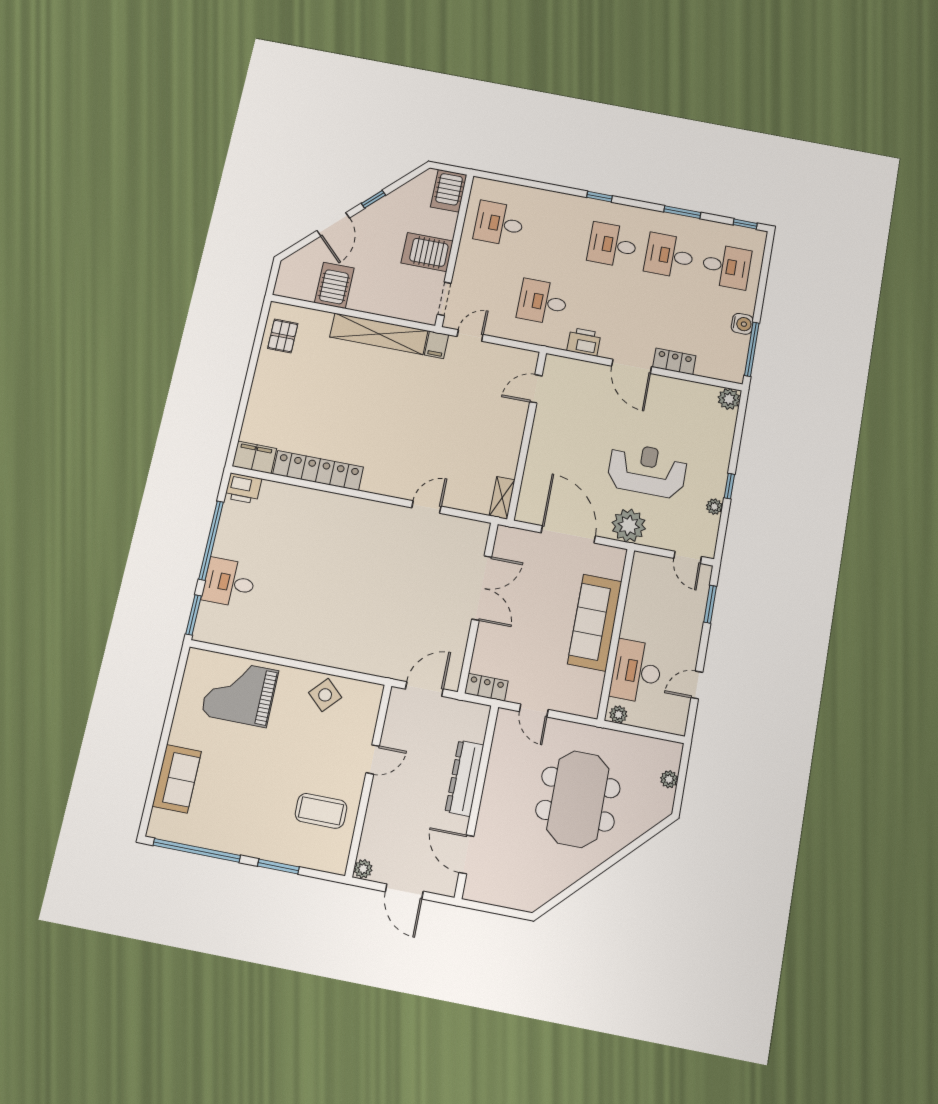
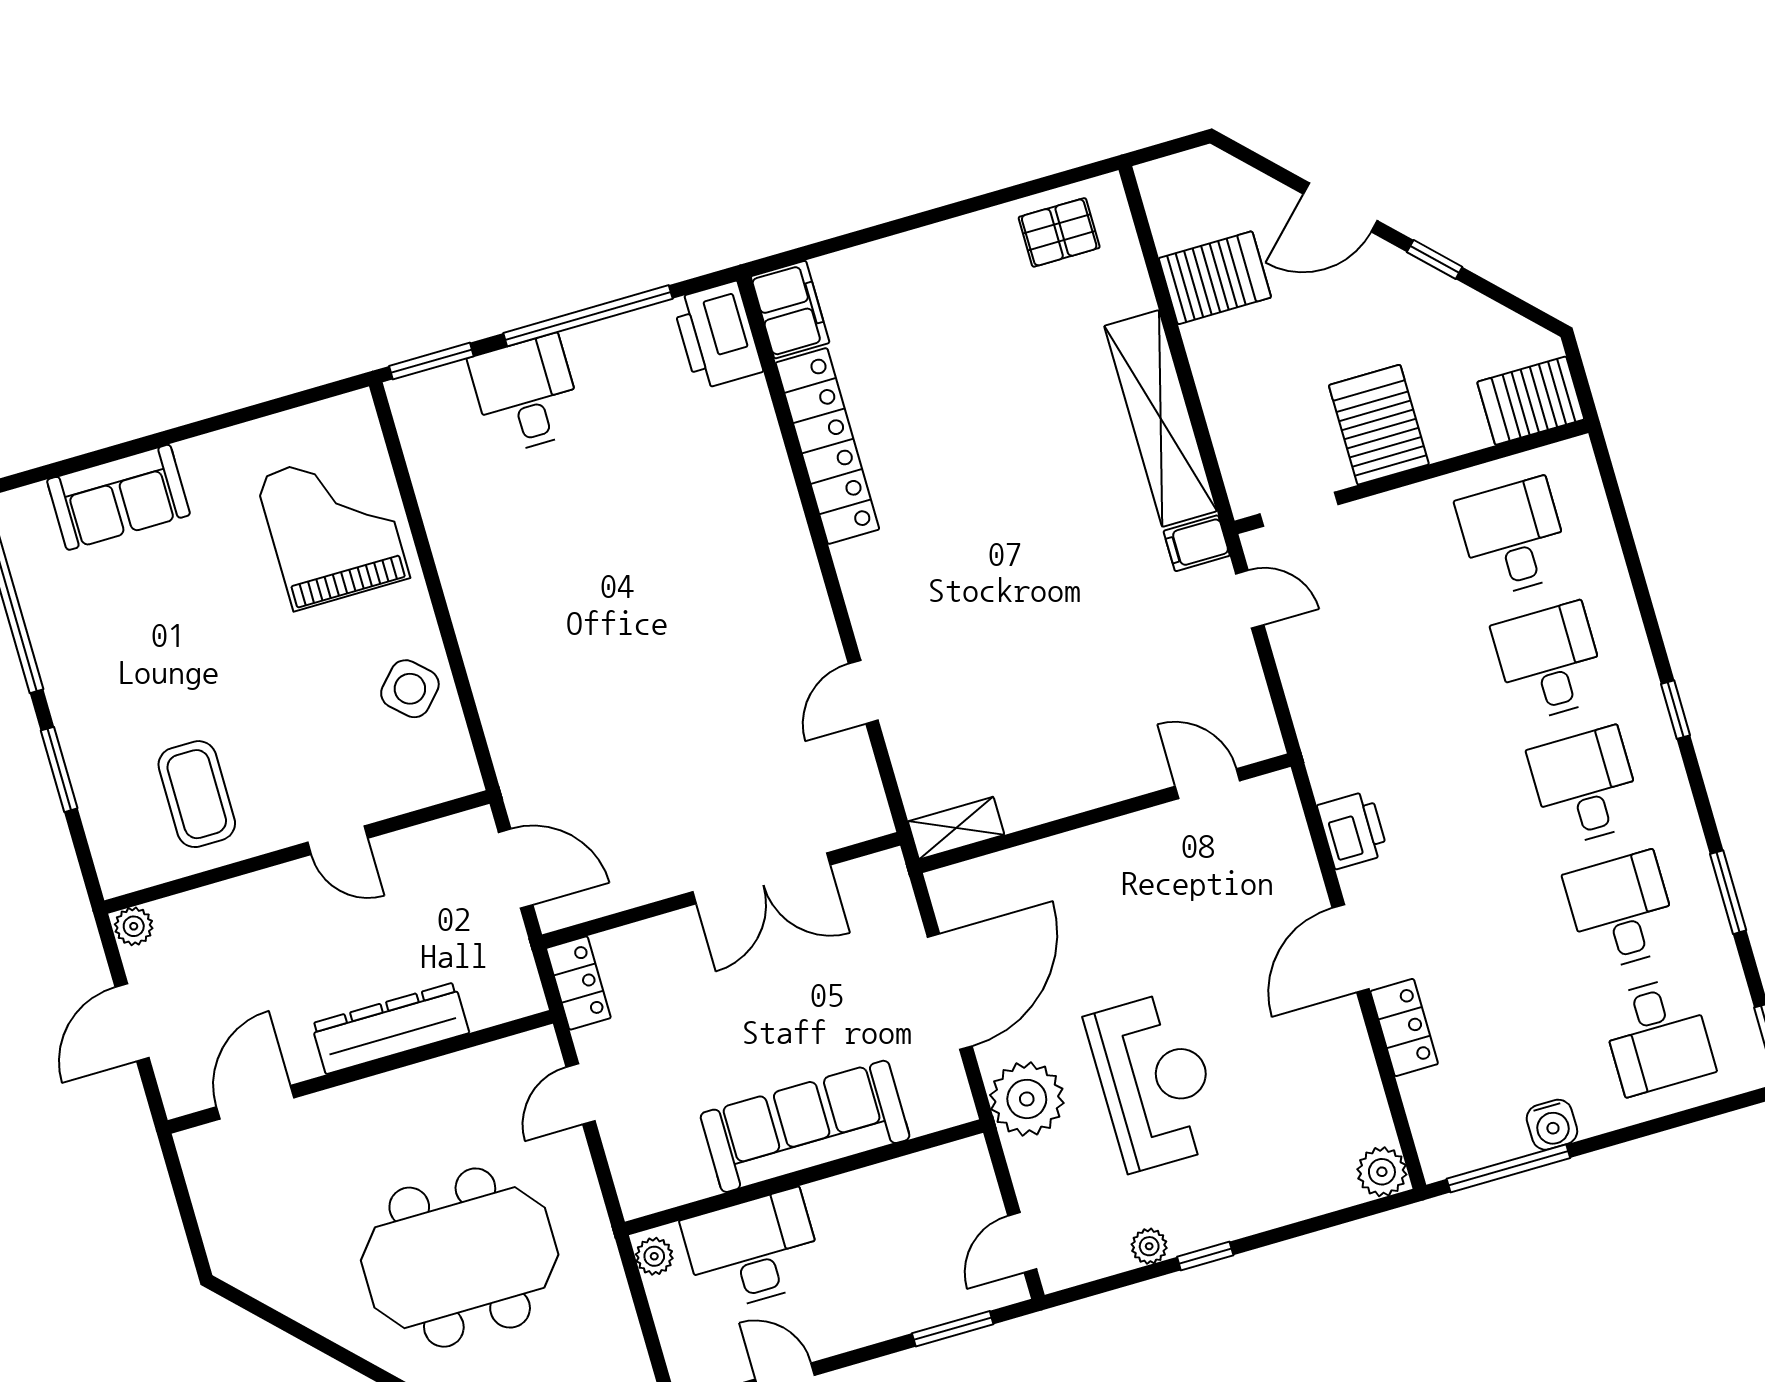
desk: (543, 302) -> (1549, 662), moved
printer: (243, 488) -> (717, 335), width x1.37, depth x1.19
door: (426, 507) -> (863, 692), swing flipped

